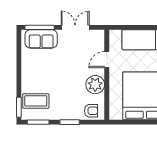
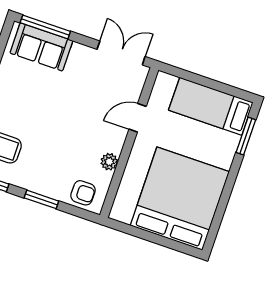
double door: (75, 27) -> (121, 53), moved
plant: (95, 85) -> (109, 162), width x0.53, depth x0.53

